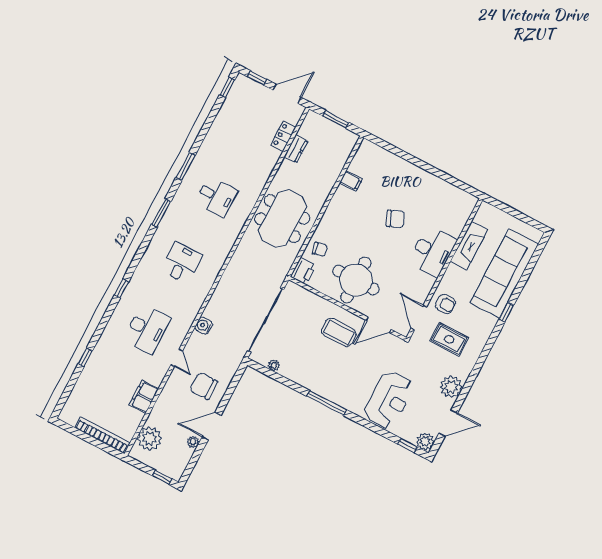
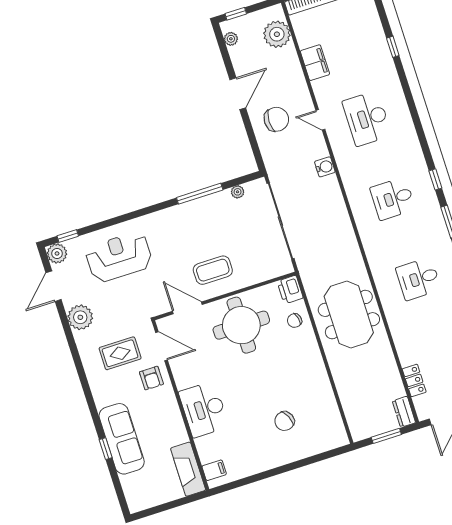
dresser: (296, 149) -> (404, 412), moved
filing cabinet: (351, 181) -> (214, 470), moved, turned 180
chair: (395, 219) -> (284, 421), moved
fireplace: (469, 245) -> (188, 469), moved
desk: (182, 263) -> (393, 199), turned 90
sofa: (504, 274) -> (122, 439), width x0.74, depth x0.79
window: (122, 288) -> (435, 179), moved
armchair: (445, 304) -> (151, 378), turned -90
window: (506, 312) -> (106, 449), moved
door: (379, 325) -> (187, 308), hinge flipped
reception desk: (389, 400) -> (119, 257), turned 90
window: (327, 403) -> (200, 194), moved
plant: (193, 442) -> (231, 39), moved

